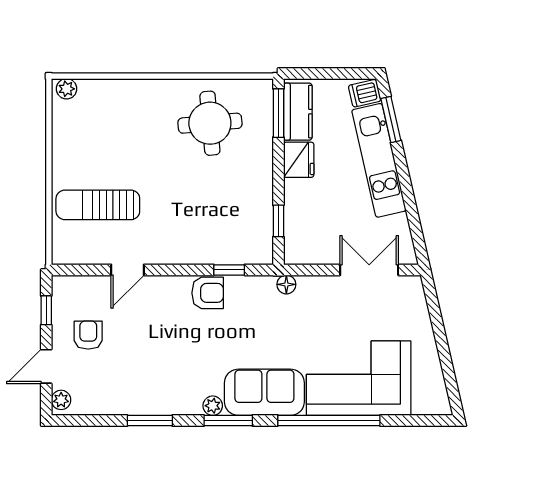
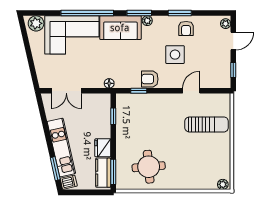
armchair: (88, 335) -> (186, 28), moved
side table: (159, 340) -> (175, 55), added
plant: (428, 400) -> (36, 23), added

